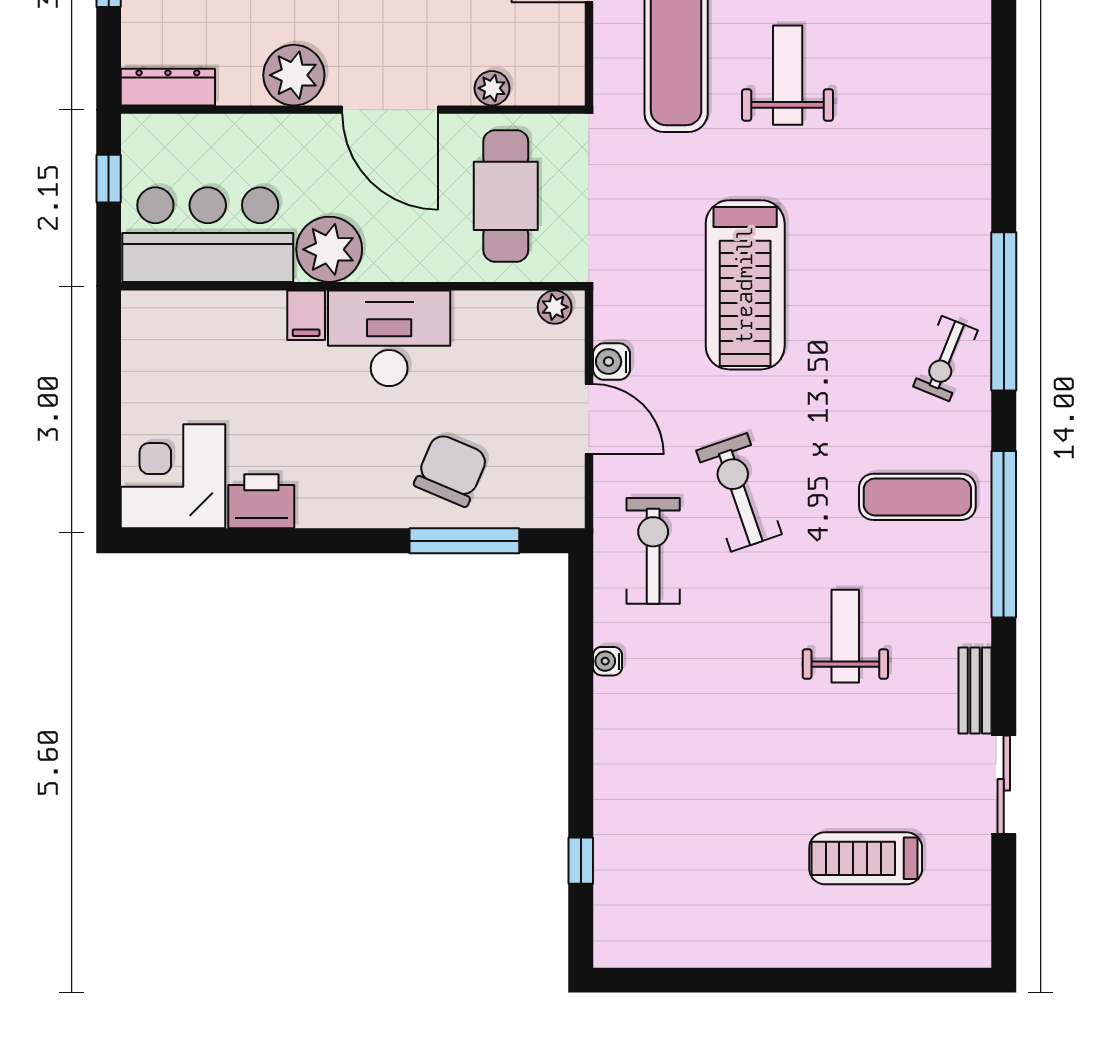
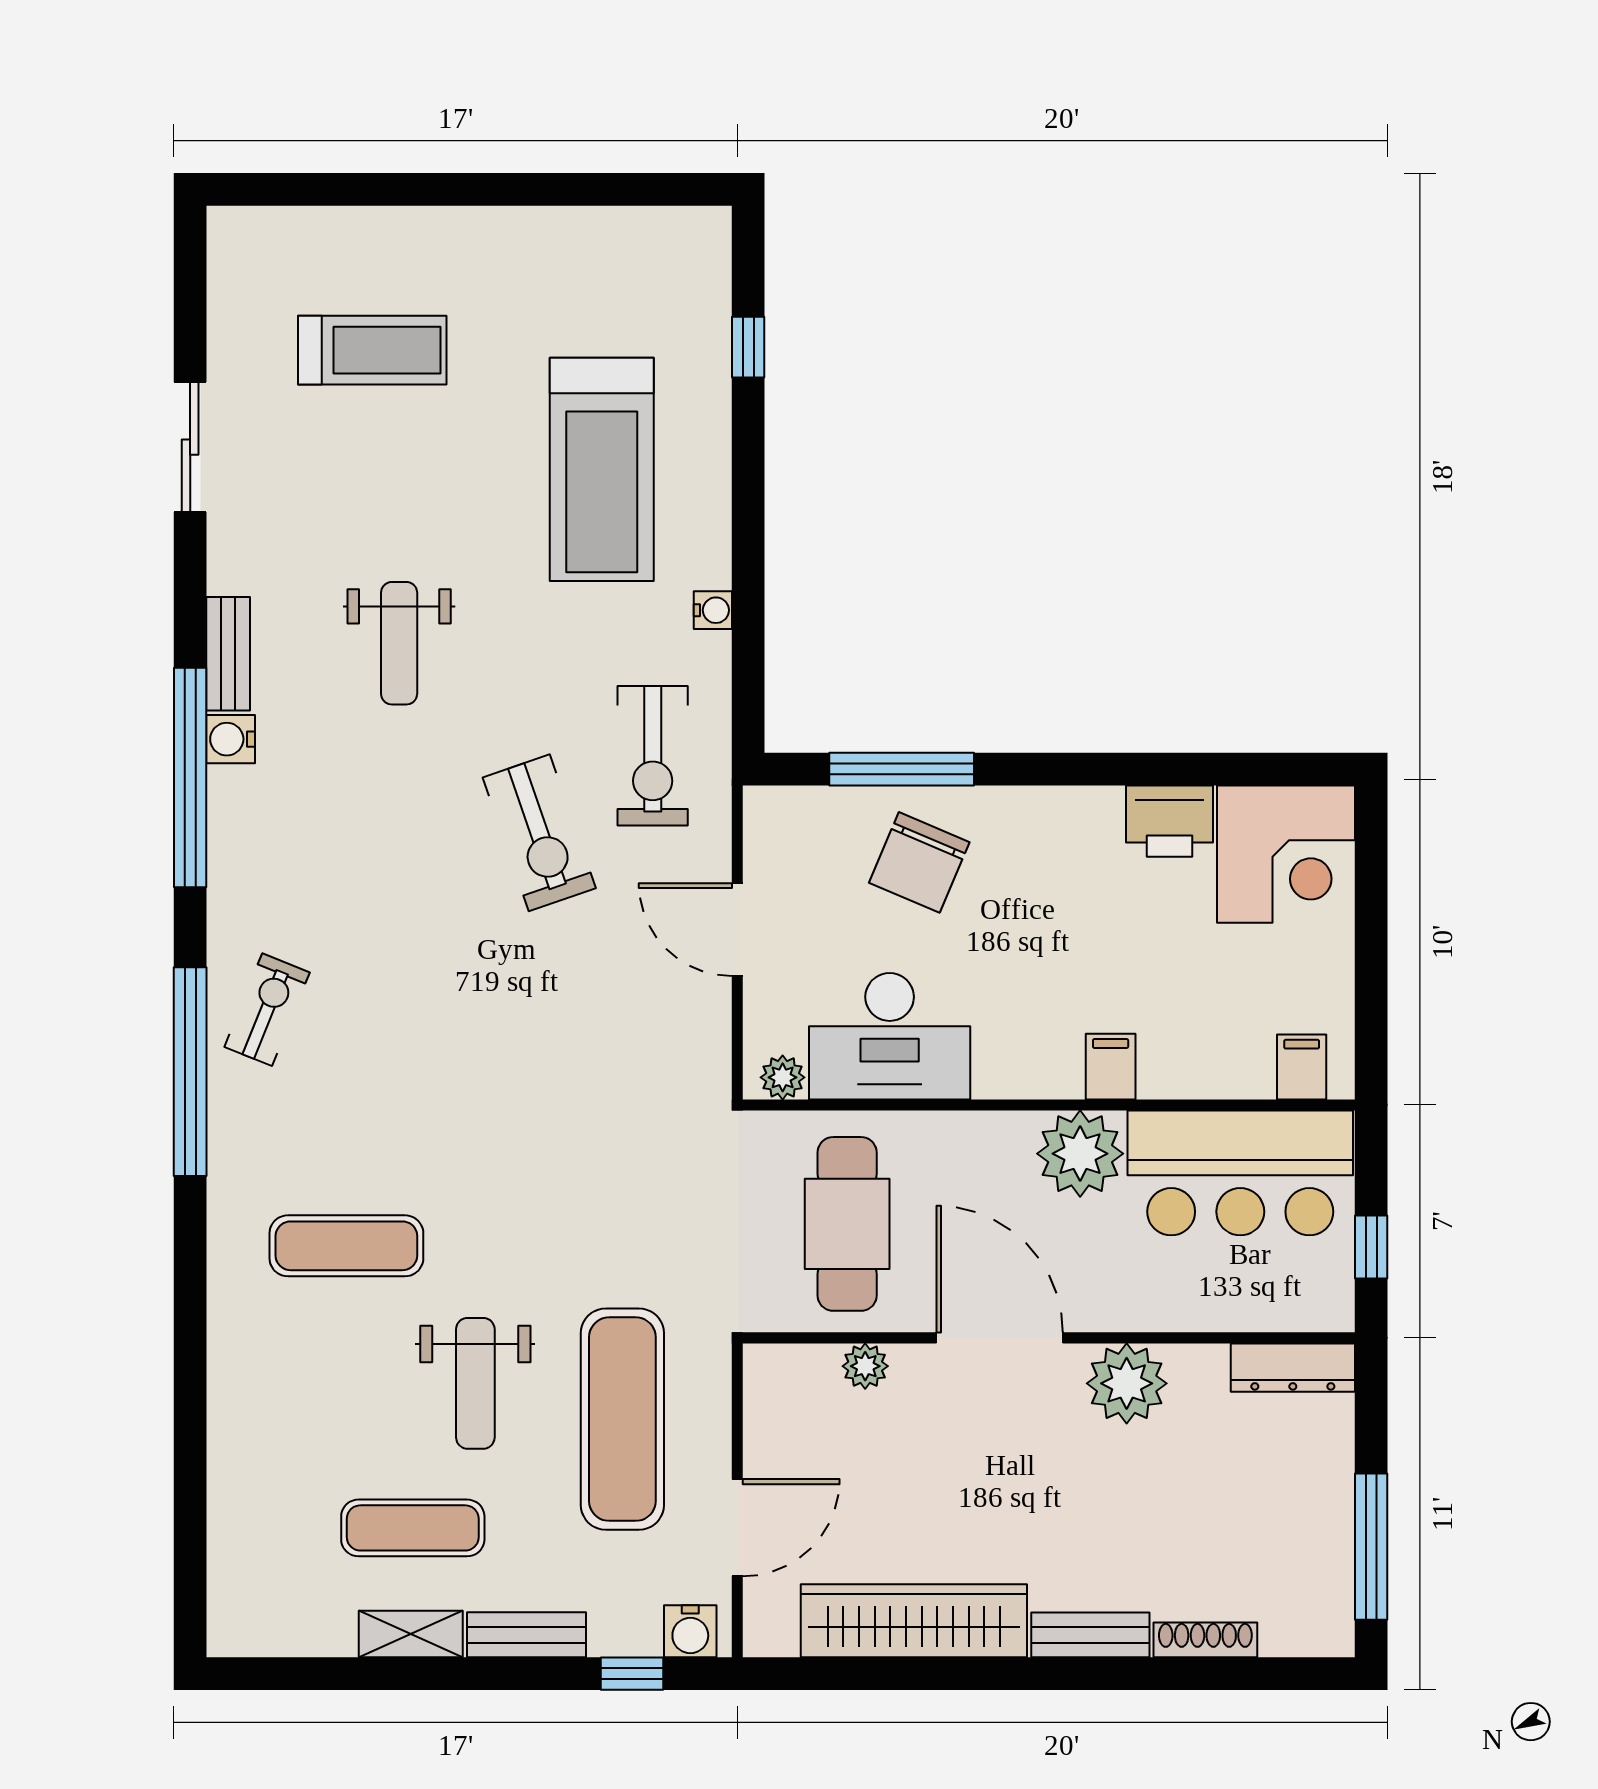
treadmill: (745, 285) -> (602, 469), moved, turned 180
filing cabinet: (161, 315) -> (1302, 1067), added
desk: (389, 338) -> (890, 1036), moved
water cooler: (611, 362) -> (231, 739), moved, turned 180
exercise mat: (917, 497) -> (346, 1246), moved
bench: (975, 690) -> (228, 654), moved

